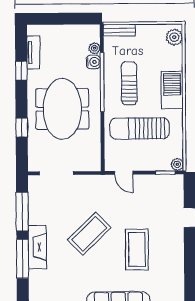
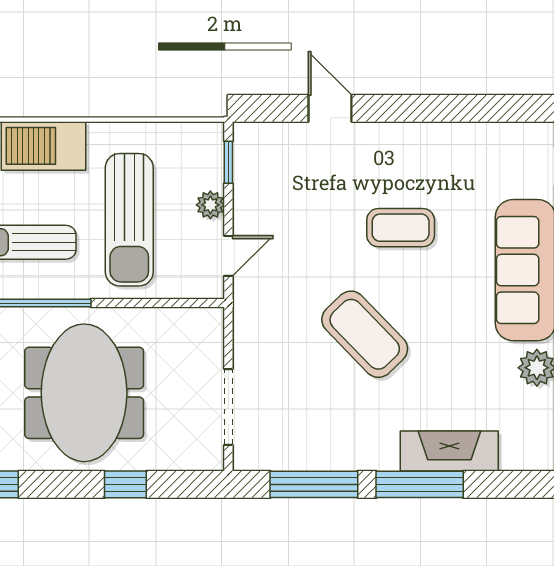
meeting table: (62, 109) -> (84, 393), turned 90
plant: (177, 164) -> (210, 205), moved
fireplace: (37, 247) -> (449, 451), moved
coffee table: (137, 249) -> (401, 228), width x0.73, depth x0.76

